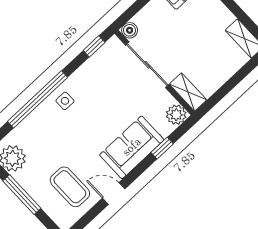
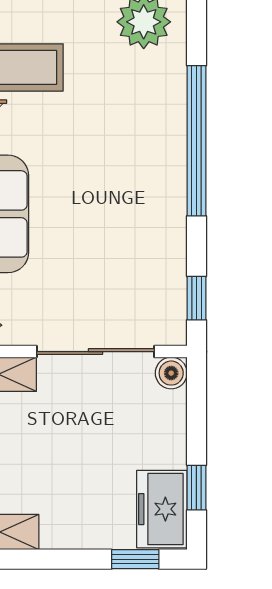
side table: (65, 101) -> (156, 179), removed

